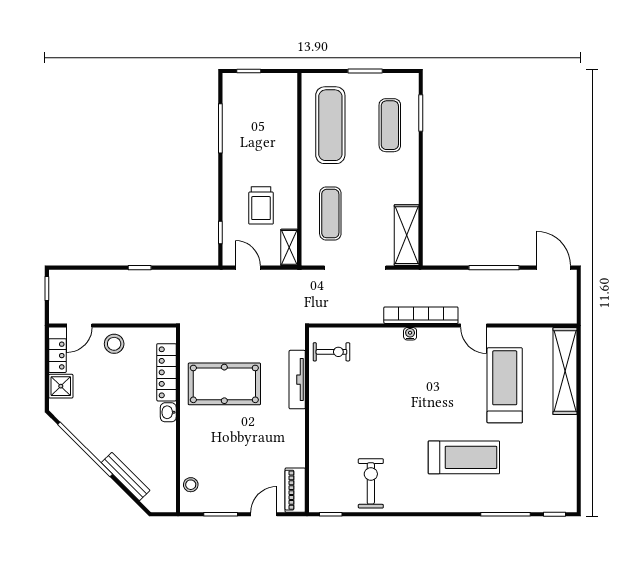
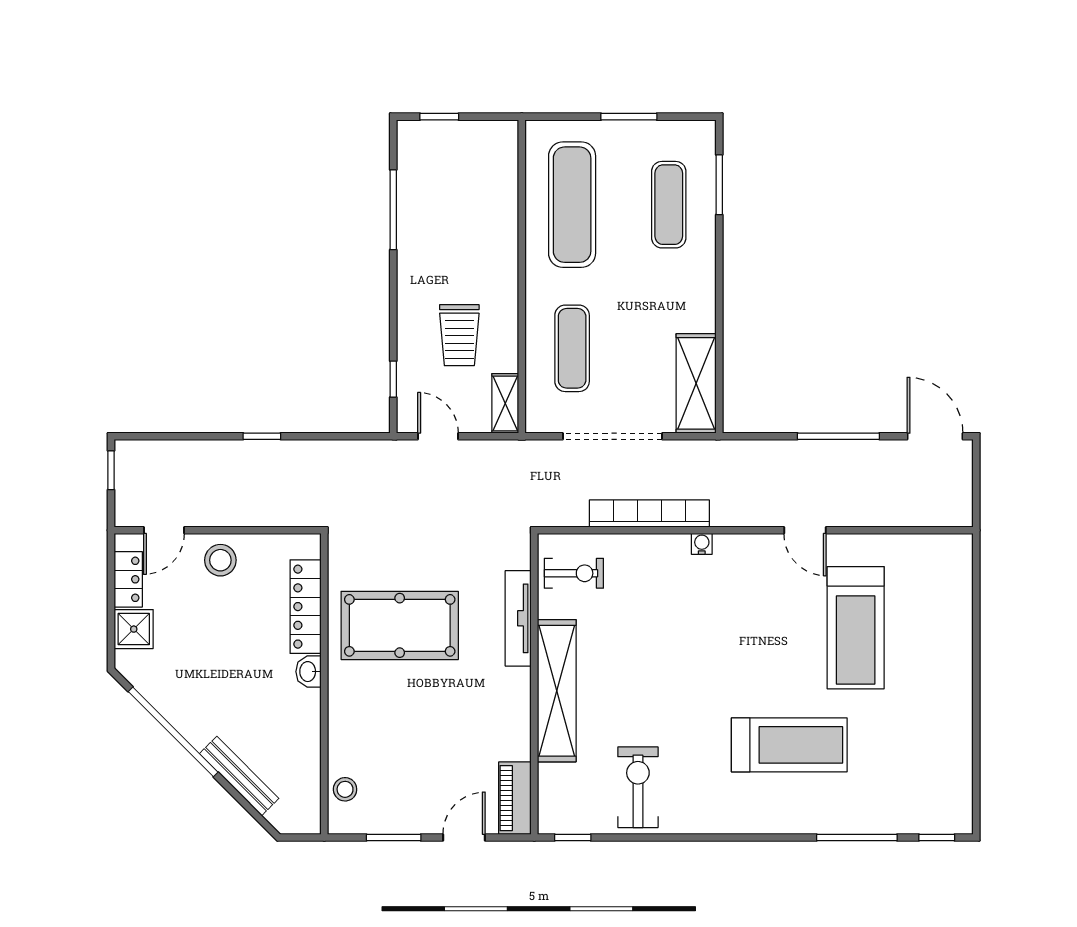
bookcase: (421, 315) -> (649, 514), moved
shelving: (565, 371) -> (557, 691), moved
treadmill: (505, 385) -> (856, 628), turned 180

